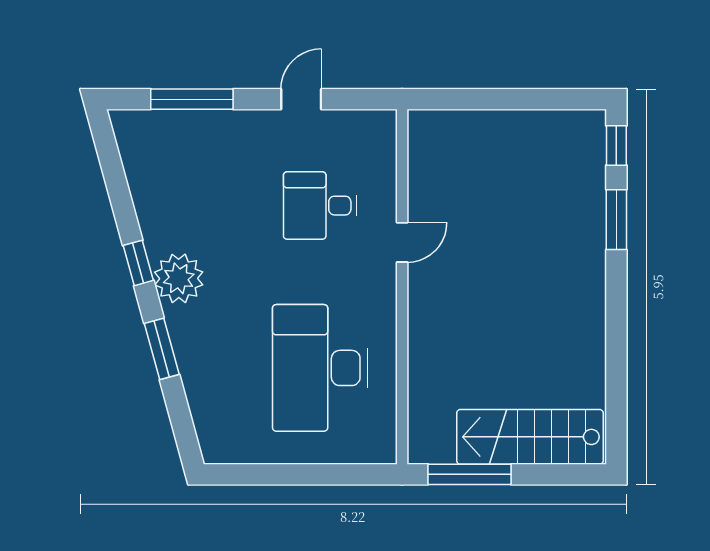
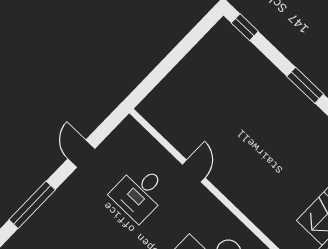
window: (616, 220) -> (305, 85), moved

